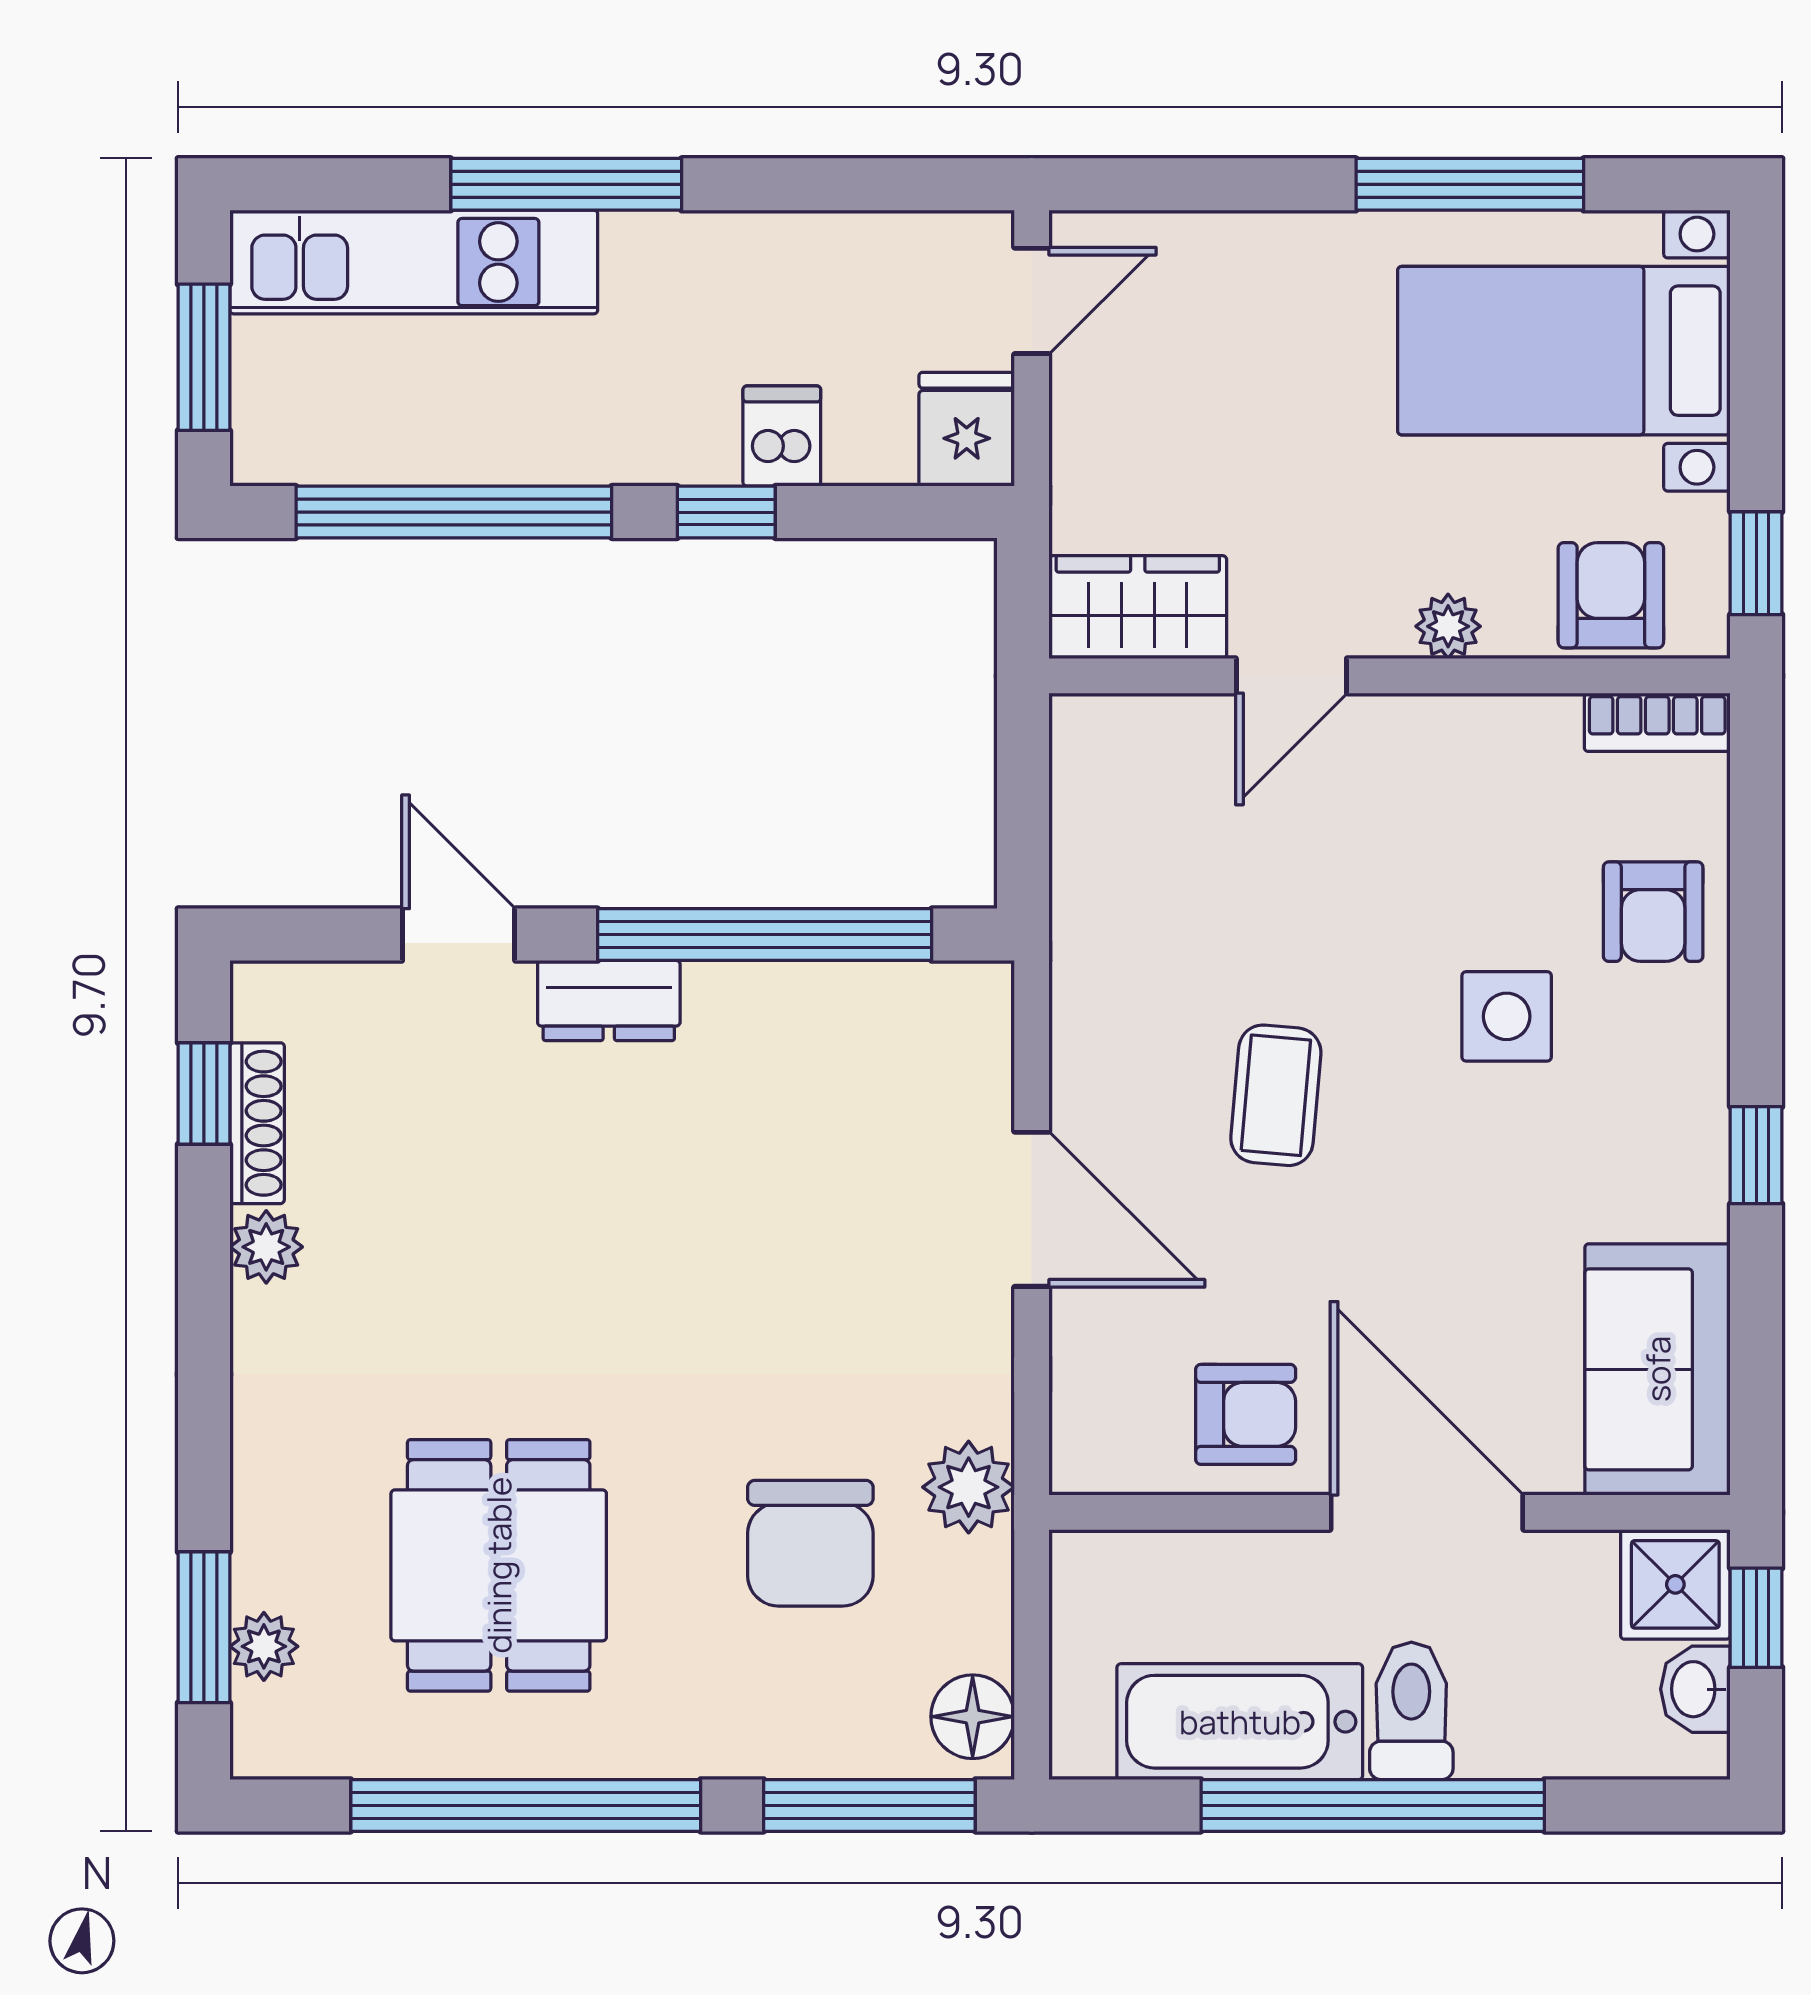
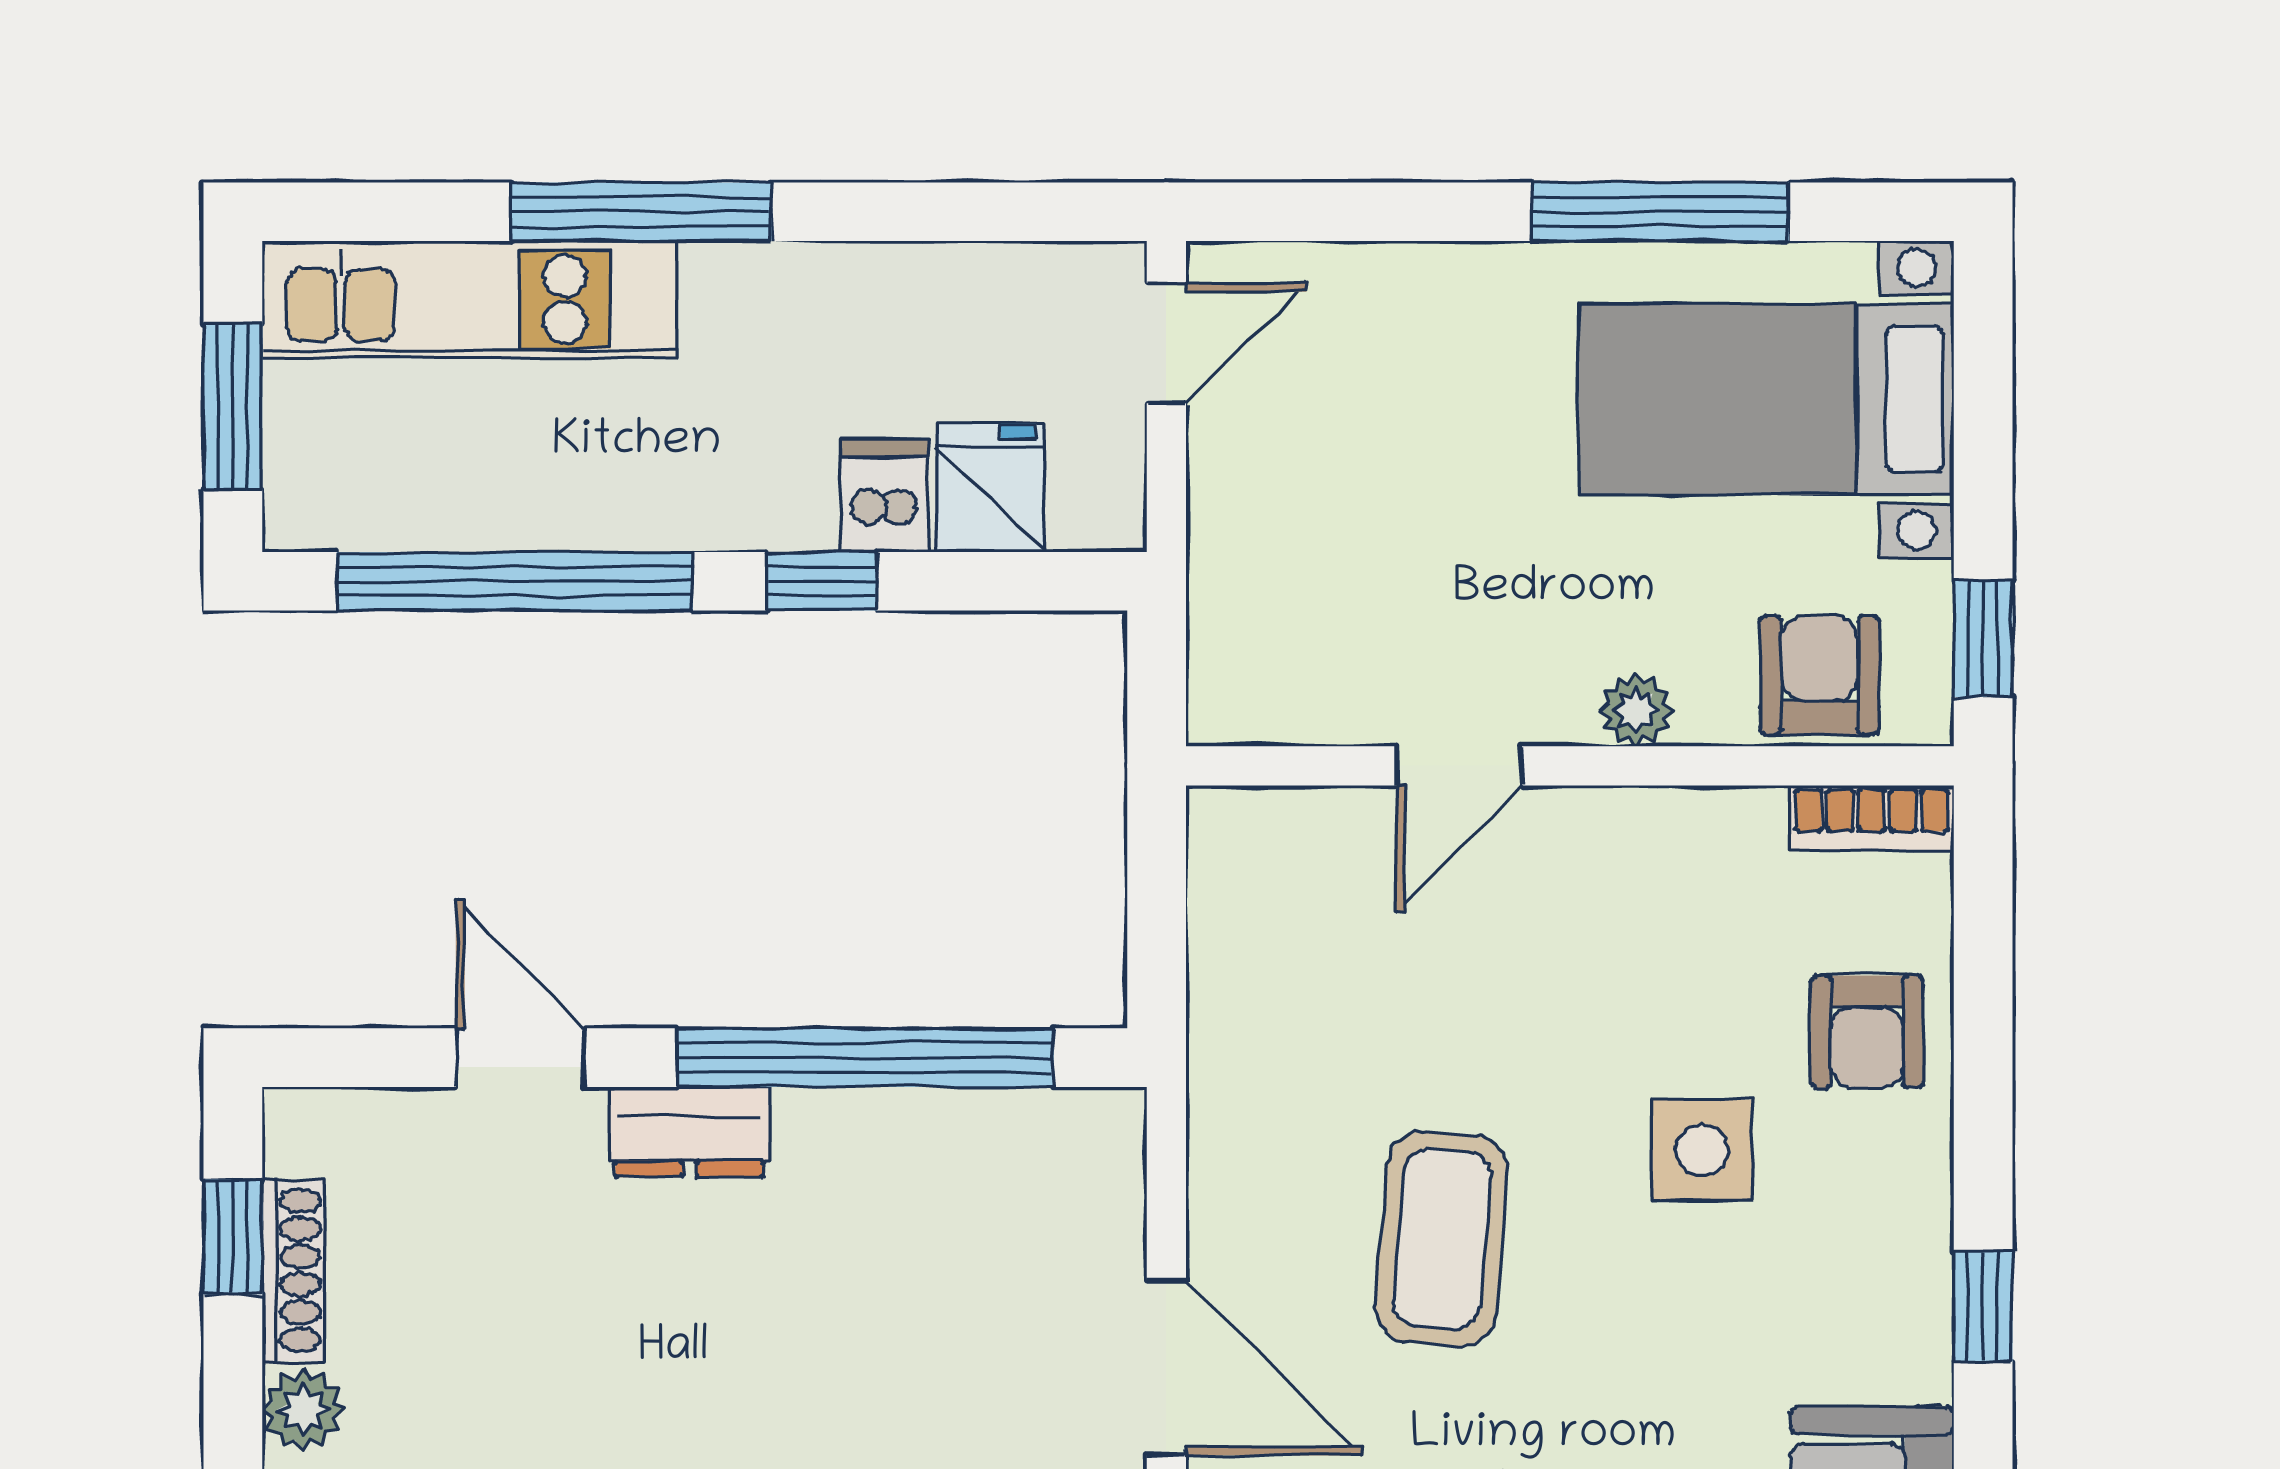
fridge: (967, 429) -> (990, 488), moved
wardrobe: (1138, 607) -> (1286, 688), removed
coffee table: (1276, 1095) -> (1442, 1239), width x1.36, depth x1.30

